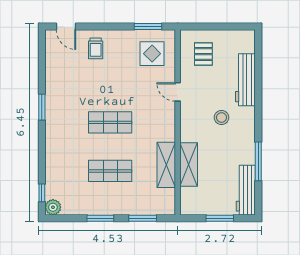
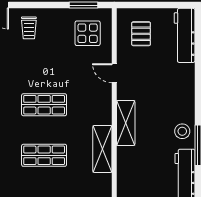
workbench: (245, 80) -> (185, 35), moved
stool: (222, 117) -> (182, 131), moved
shelving: (189, 165) -> (126, 123), moved

